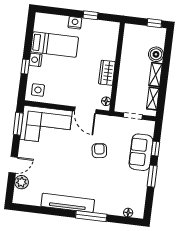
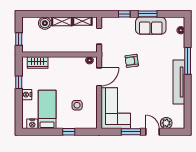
window: (154, 23) -> (19, 39), moved
nightstand: (36, 60) -> (32, 124), moved
wardrobe: (107, 73) -> (38, 62), moved
side table: (38, 90) -> (77, 105), moved
window: (18, 124) -> (131, 132), moved
sofa: (141, 152) -> (151, 26), moved

